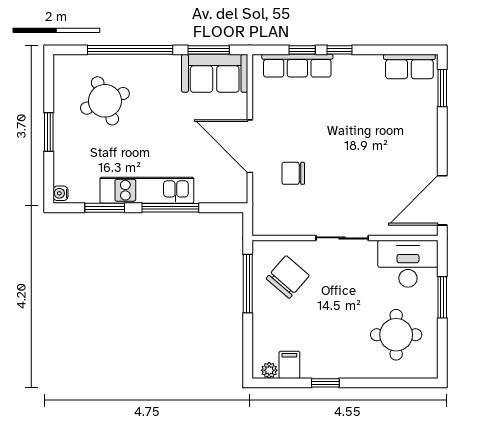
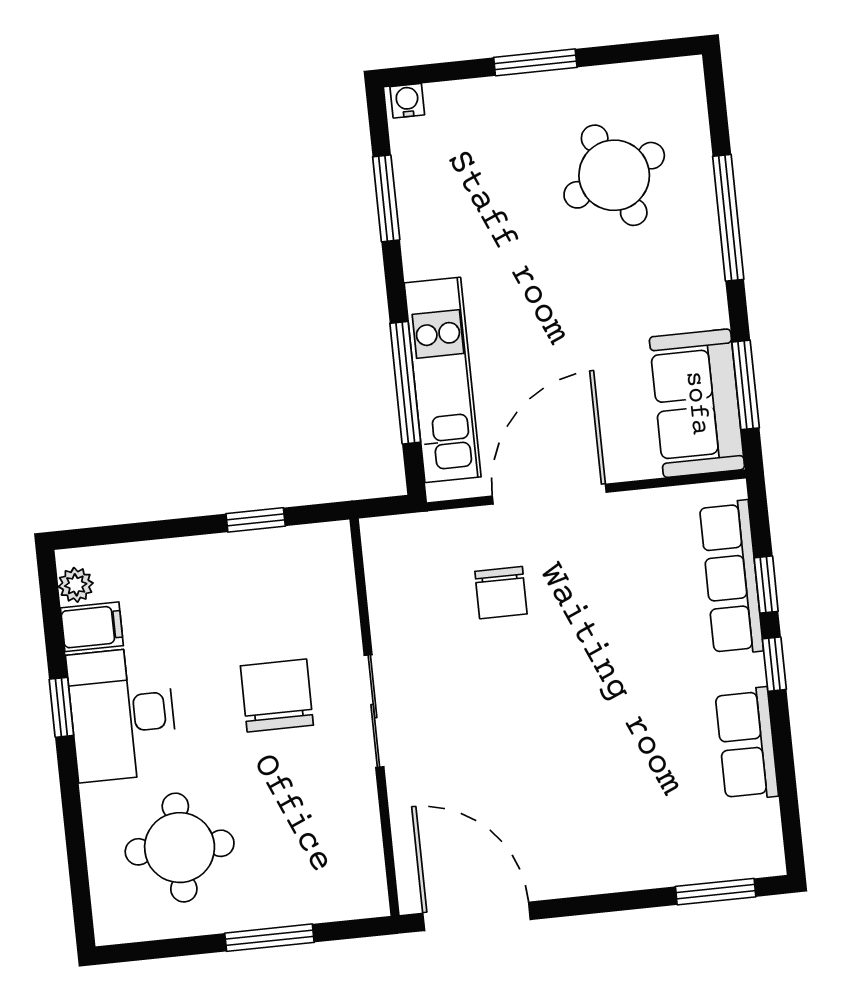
window: (130, 50) -> (728, 218), width x0.68
row of seats: (409, 67) -> (747, 744), moved
chair: (293, 173) -> (501, 593), turned 180
kitchen unit: (147, 190) -> (443, 380), moved
window: (170, 208) -> (405, 383), moved
desk: (408, 264) -> (122, 714), moved, turned 180
chair: (288, 277) -> (277, 695), moved, turned -131
window: (248, 284) -> (256, 520), width x0.46

